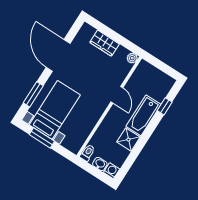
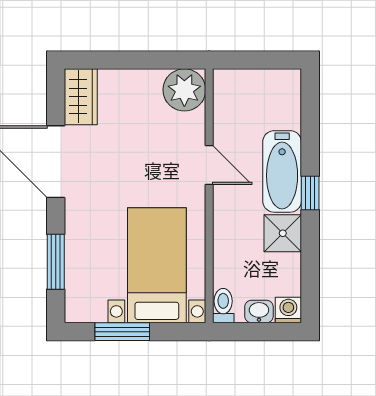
wardrobe: (105, 43) -> (81, 97), moved, turned -90
plant: (132, 58) -> (184, 90), width x1.88, depth x1.88
window: (165, 106) -> (310, 193), moved
bed with nightstands: (55, 110) -> (157, 265), moved

